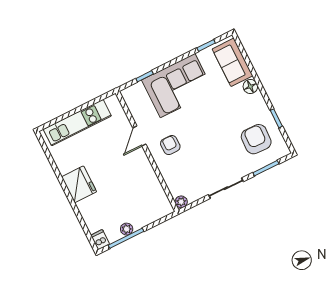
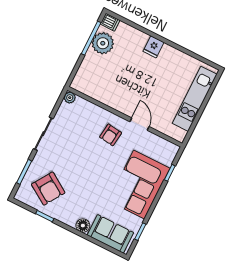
armchair: (256, 139) -> (48, 189), turned 31
armchair: (170, 145) -> (111, 135), turned 97
fridge: (79, 184) -> (153, 47), width x0.53, depth x0.75
plant: (127, 229) -> (103, 43), width x1.88, depth x1.88

